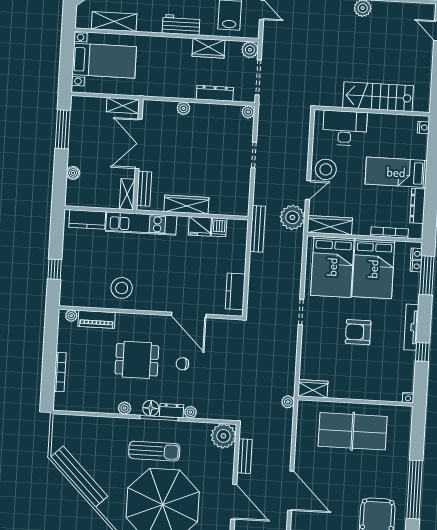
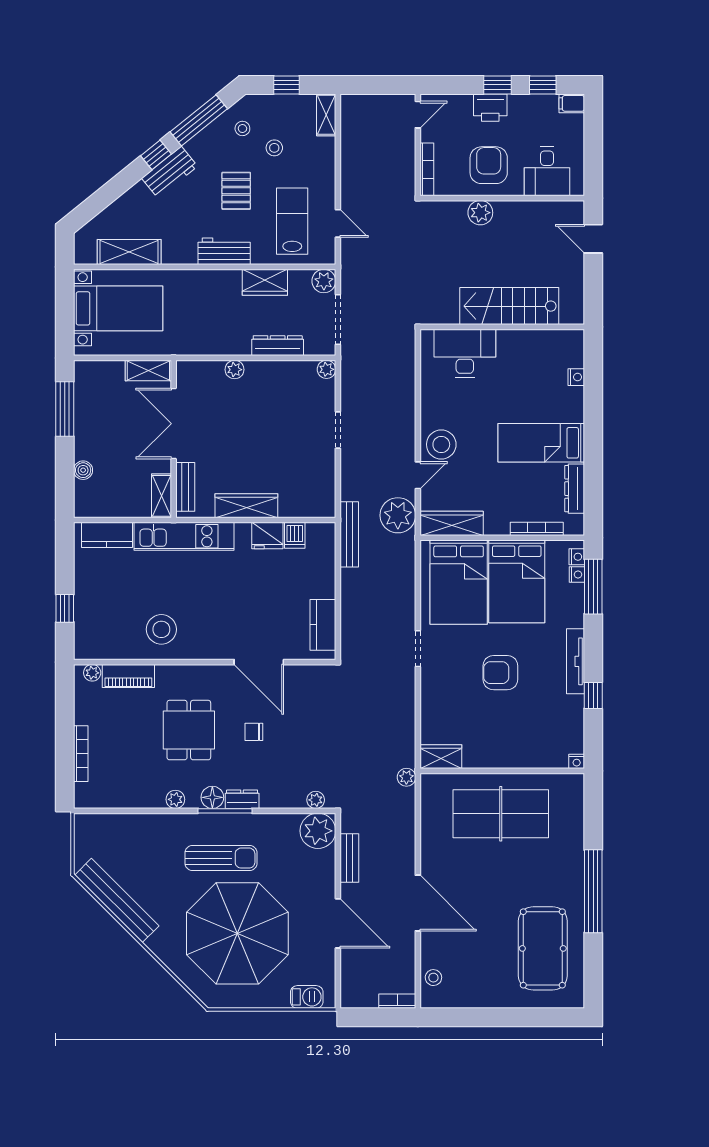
stairs: (378, 97) -> (509, 306), moved
wall: (372, 111) -> (502, 327), moved
desk: (345, 128) -> (465, 353), moved
dining table: (137, 360) -> (189, 730), turned 90
plant: (190, 412) -> (316, 800), moved

